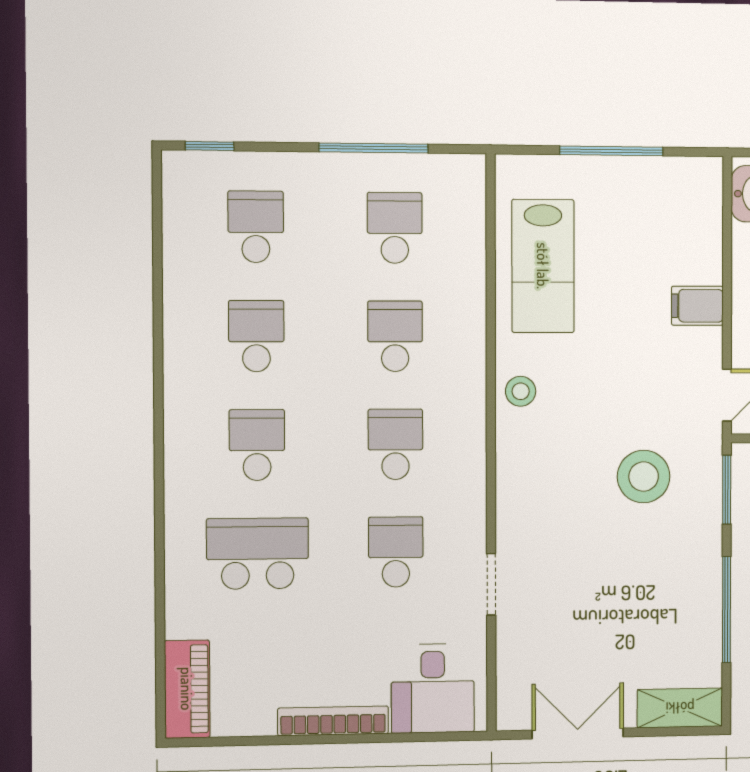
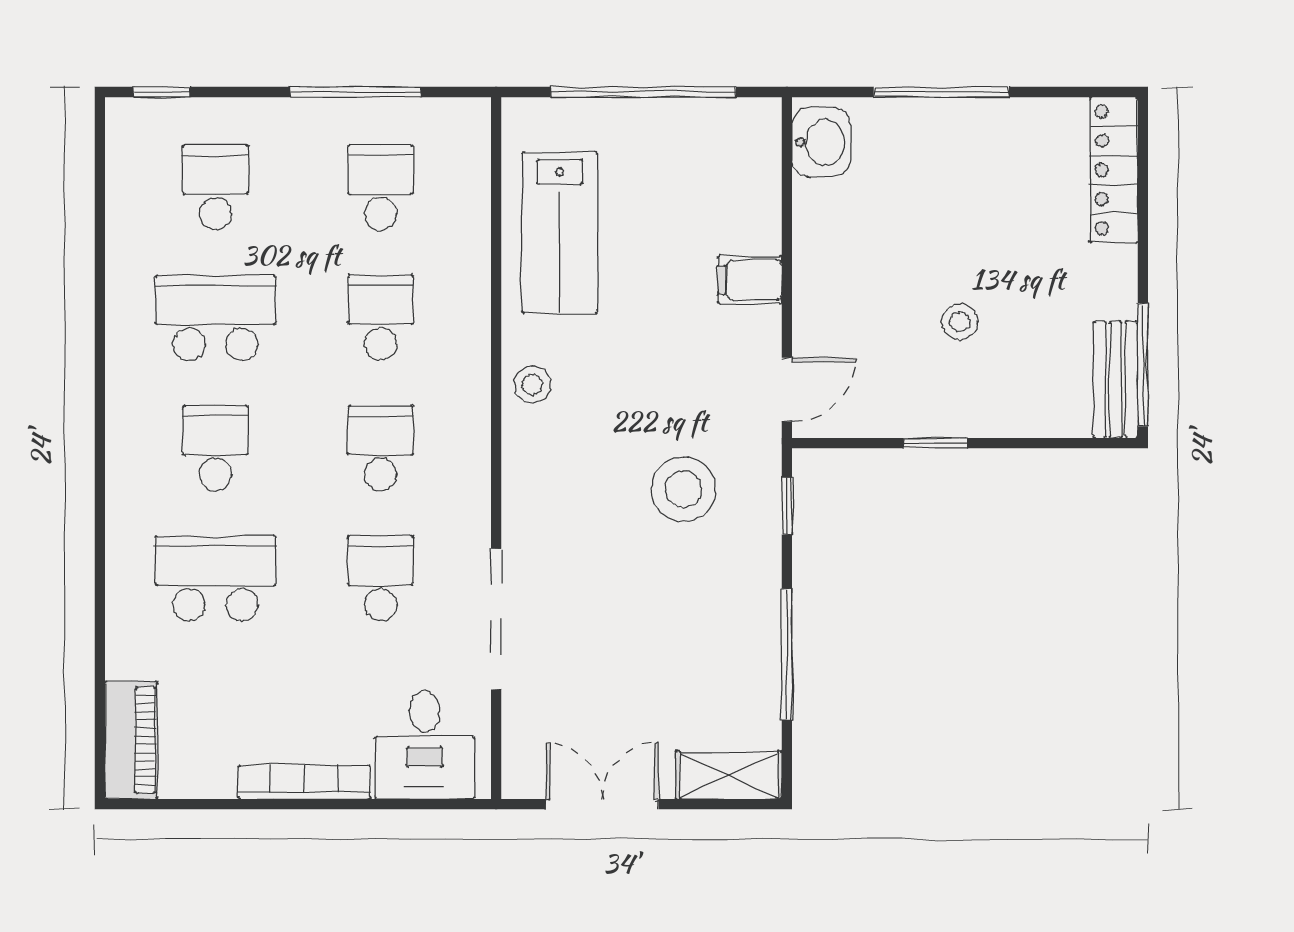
window: (611, 151) -> (643, 92), width x1.46
school desk: (256, 336) -> (215, 318), width x1.85
window: (727, 490) -> (787, 506), width x0.67
doorway: (491, 584) -> (496, 619), width x1.88

